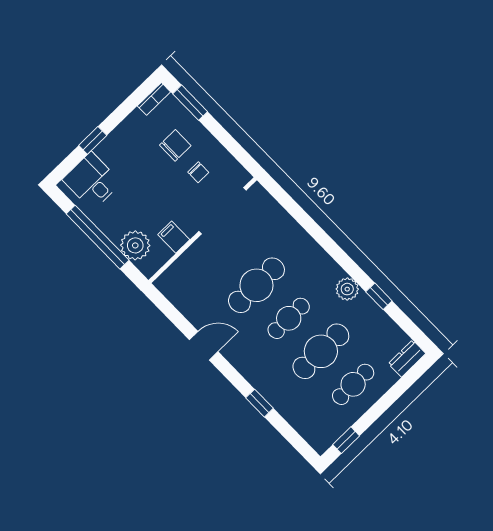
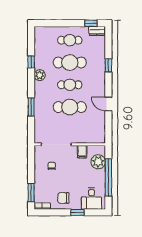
chair: (175, 145) -> (63, 198), moved
window: (314, 230) -> (31, 107), added
dresser: (407, 359) -> (97, 31), moved

